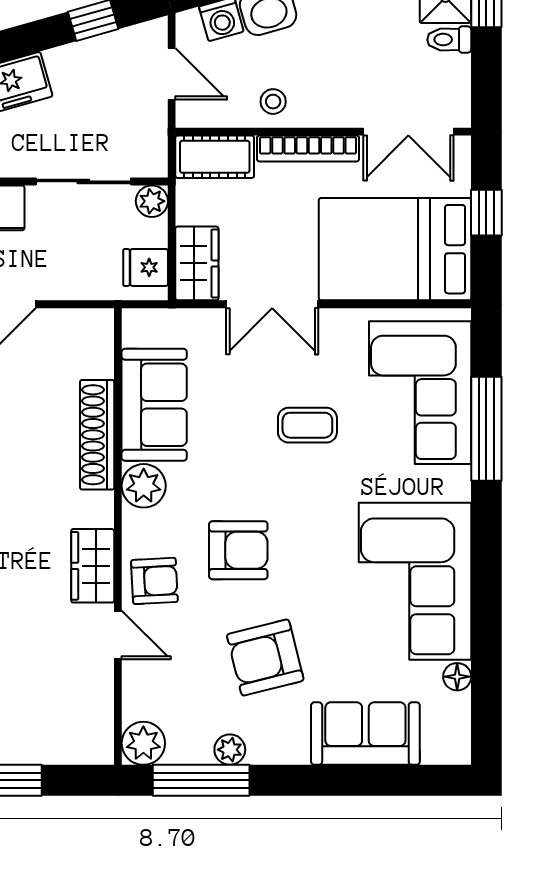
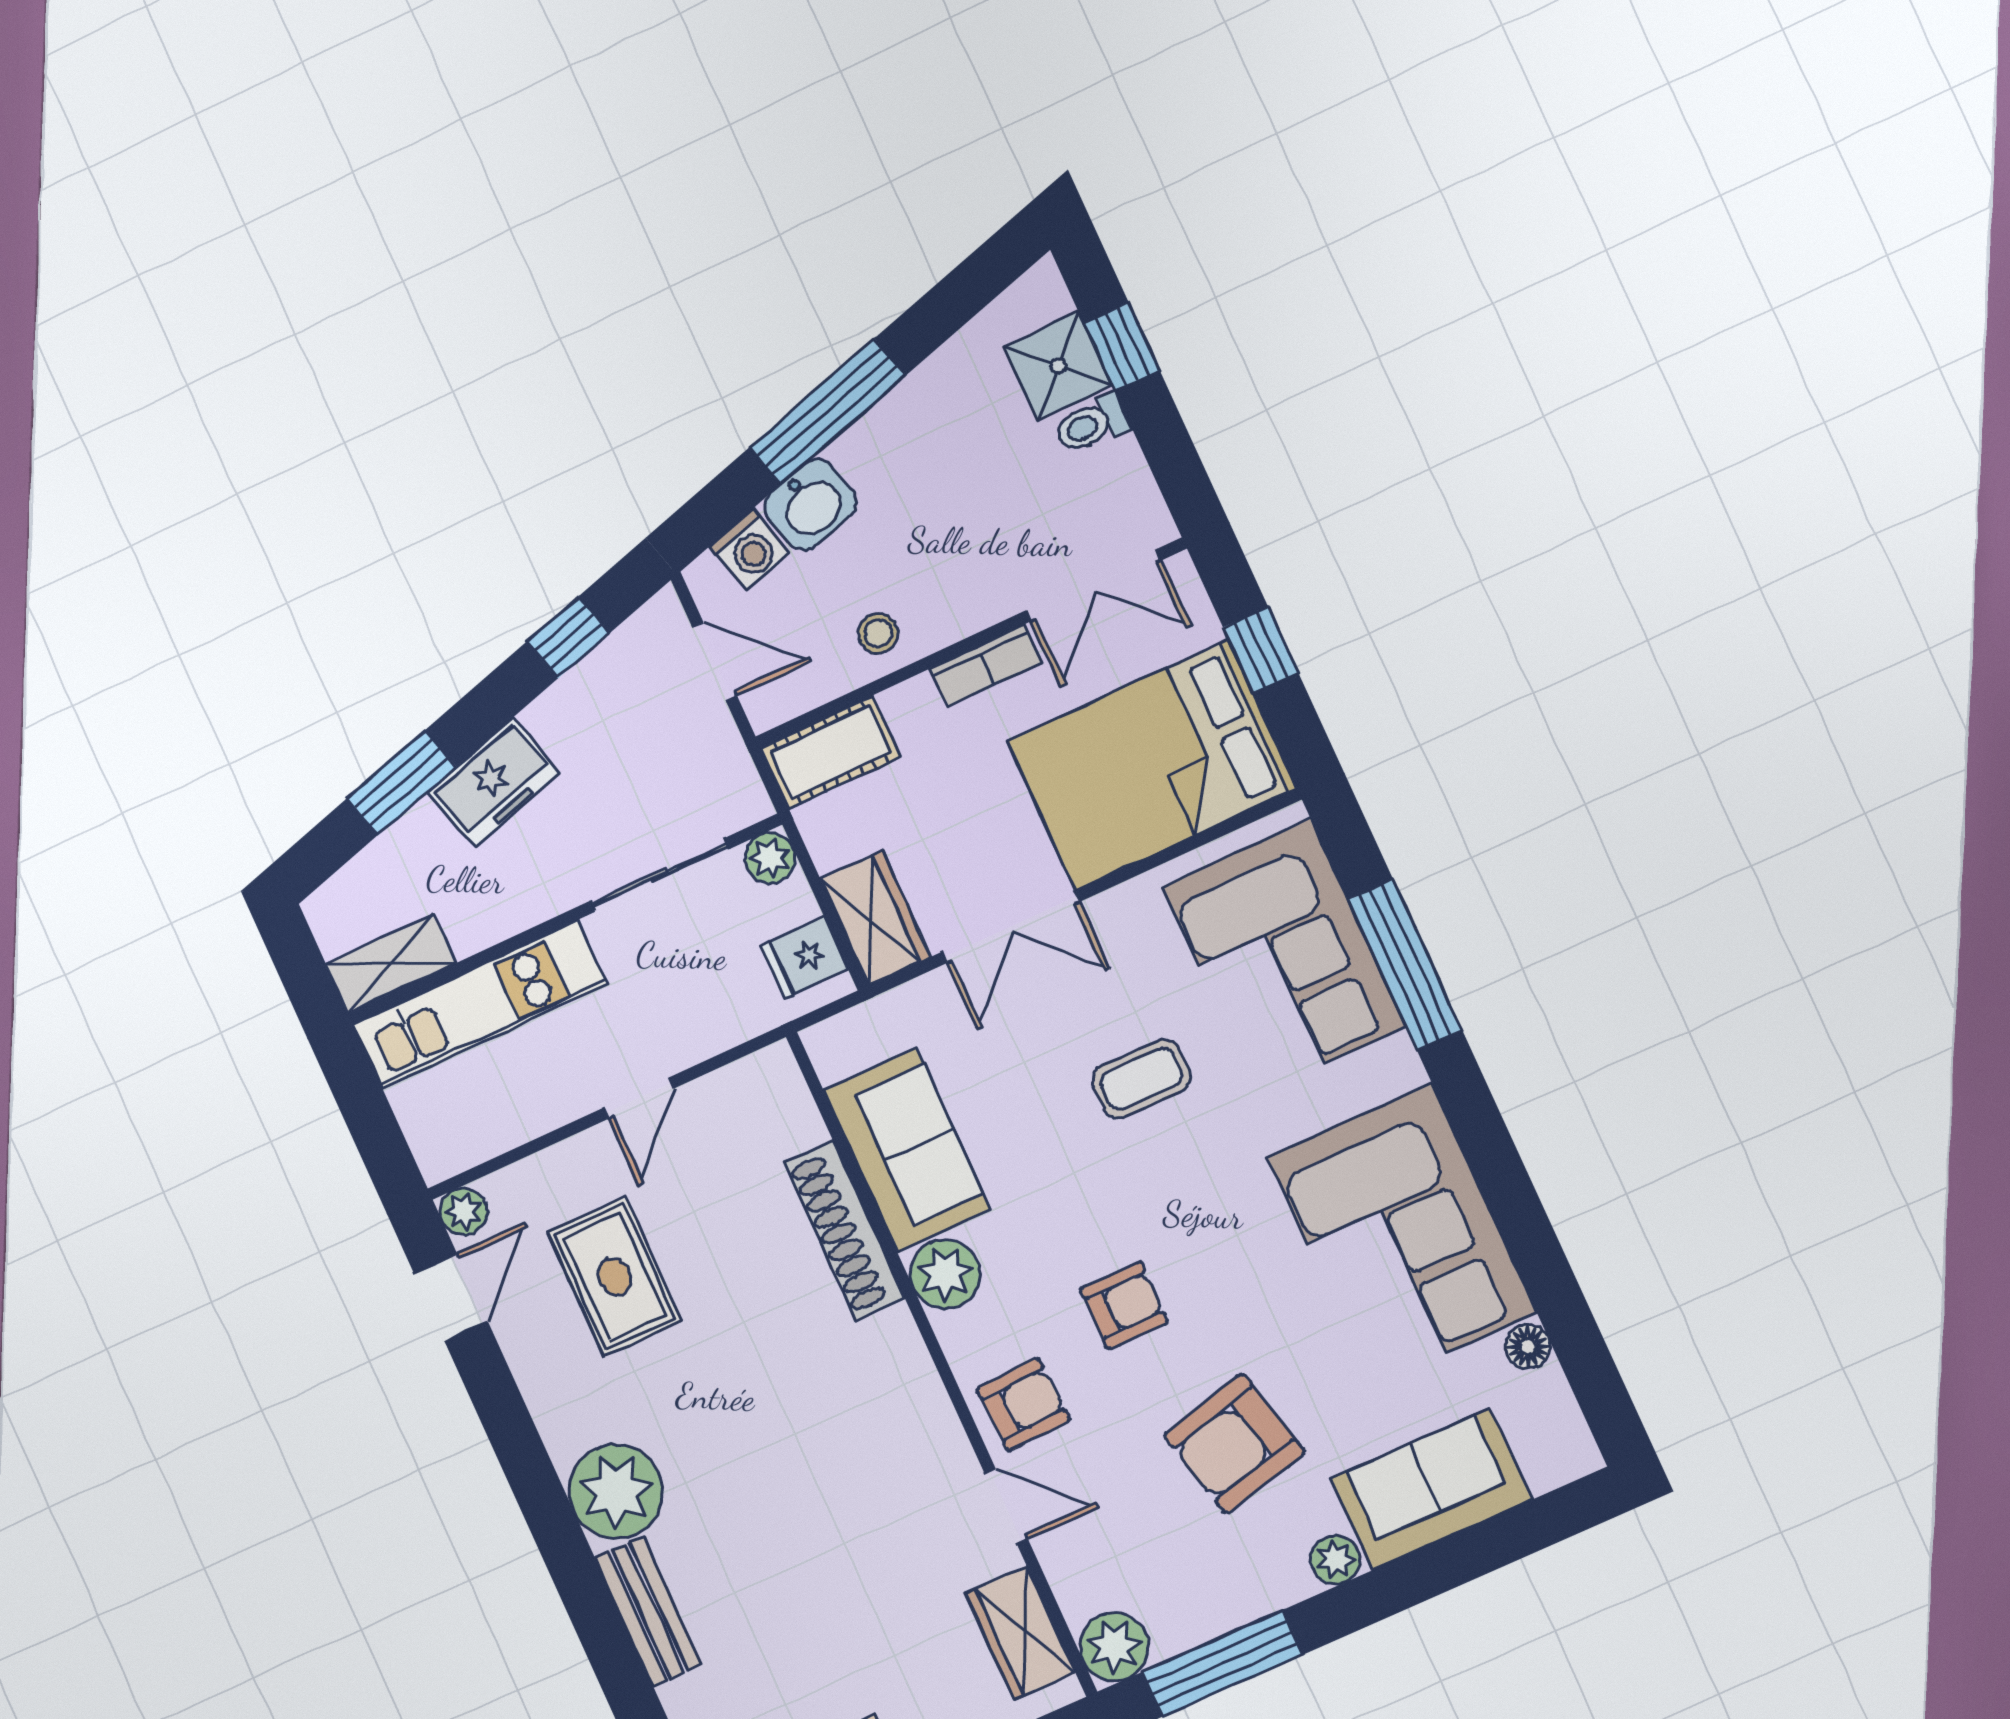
bookcase: (308, 148) -> (986, 665), width x0.64
armchair: (238, 550) -> (1124, 1305), width x0.72, depth x0.72
wardrobe: (93, 566) -> (1020, 1633), moved
plant: (230, 750) -> (1335, 1560), moved

